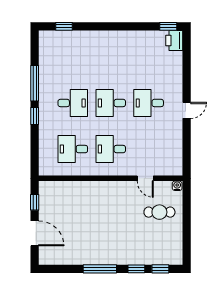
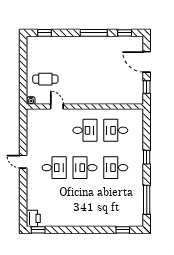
window: (35, 83) -> (147, 200), moved
desk: (111, 103) -> (85, 168), turned 180
door: (187, 110) -> (23, 162), hinge flipped
desk: (73, 149) -> (116, 130), turned 180
window: (136, 269) -> (125, 33), moved

